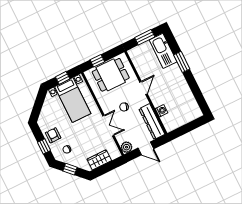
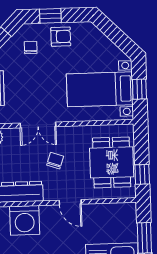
window: (97, 61) -> (142, 174), moved
washing machine: (161, 111) -> (25, 220), width x1.89, depth x1.89

